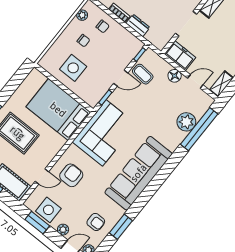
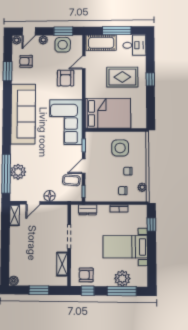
dresser: (138, 25) -> (88, 210), moved
freezer: (180, 56) -> (56, 212), removed

